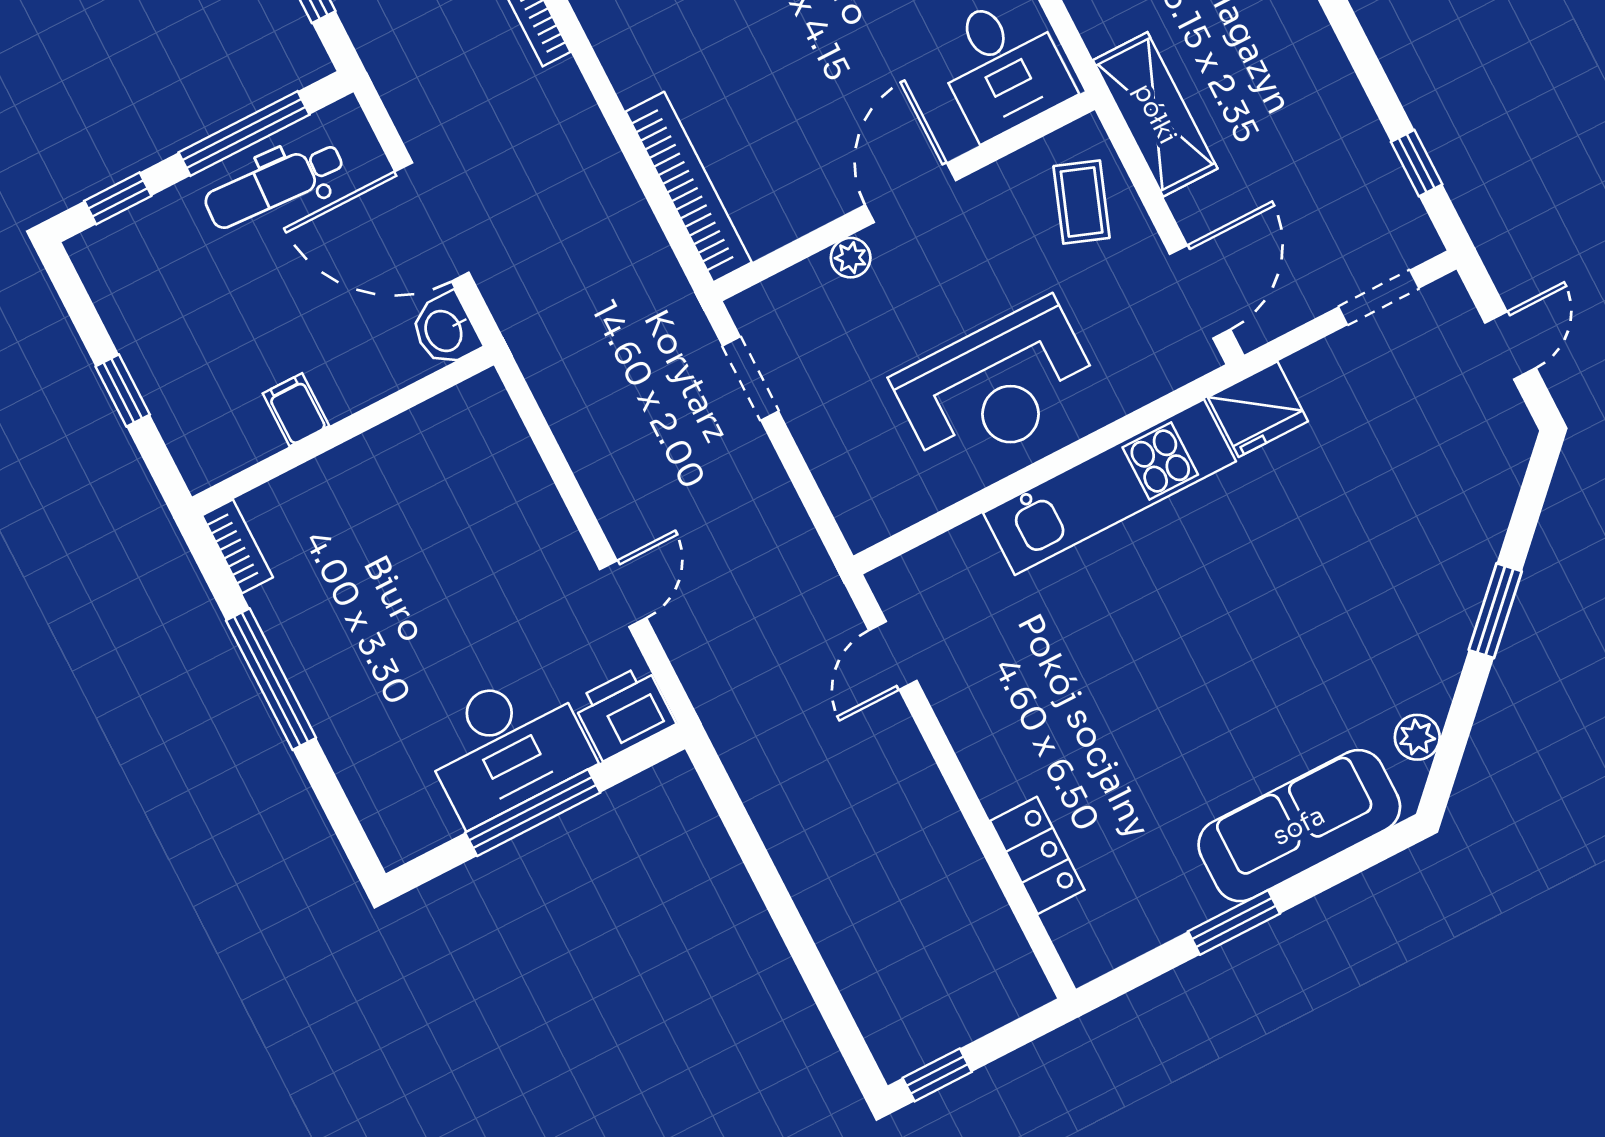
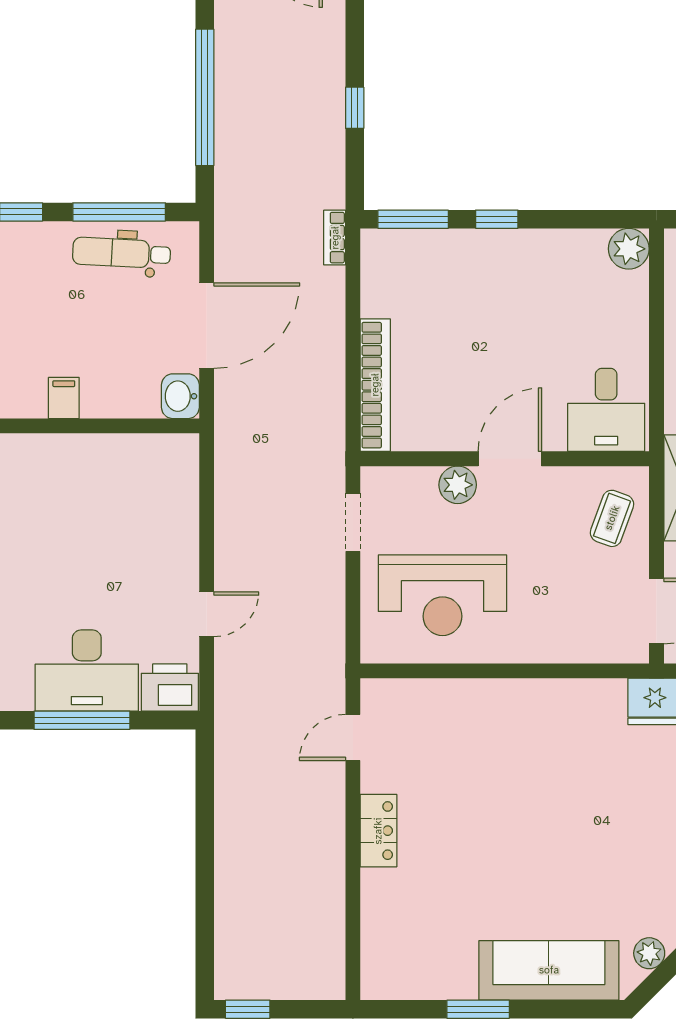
door: (432, 222) -> (207, 326), swing flipped
plant: (851, 258) -> (458, 485), width x1.38, depth x1.38
reception desk: (997, 387) -> (442, 595), moved
kitchen unit: (1109, 487) -> (539, 702), removed
locker: (1037, 855) -> (378, 831), moved

